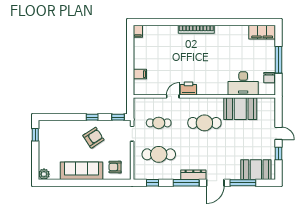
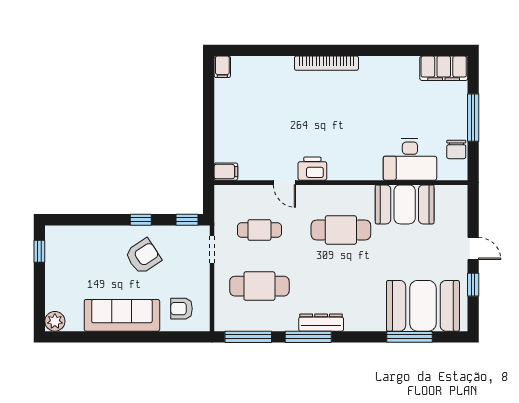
filing cabinet: (140, 74) -> (226, 172), moved
door: (173, 96) -> (284, 183), swing flipped
booth: (256, 170) -> (423, 306), width x1.36, depth x1.42
window: (152, 183) -> (248, 337), width x2.17
door: (215, 183) -> (360, 337), removed

